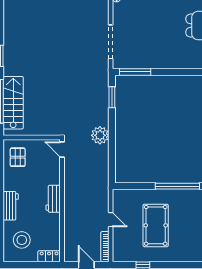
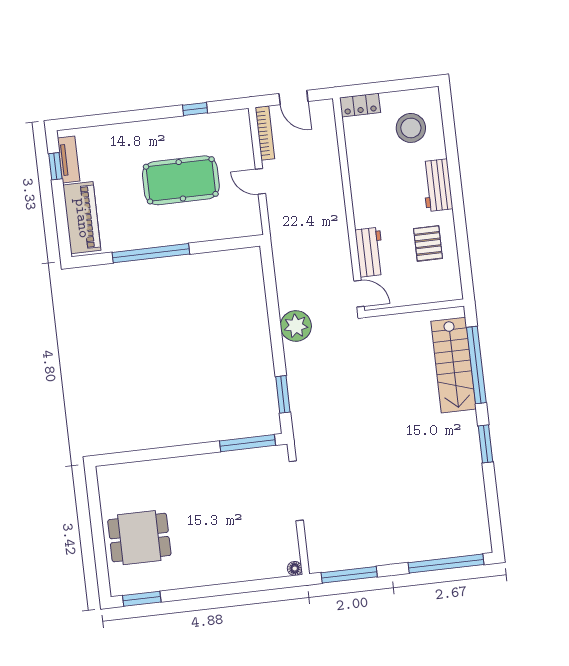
pallet: (18, 157) -> (428, 243), moved
workbench: (53, 199) -> (370, 252), moved
pool table: (156, 225) -> (181, 180), turned 90

